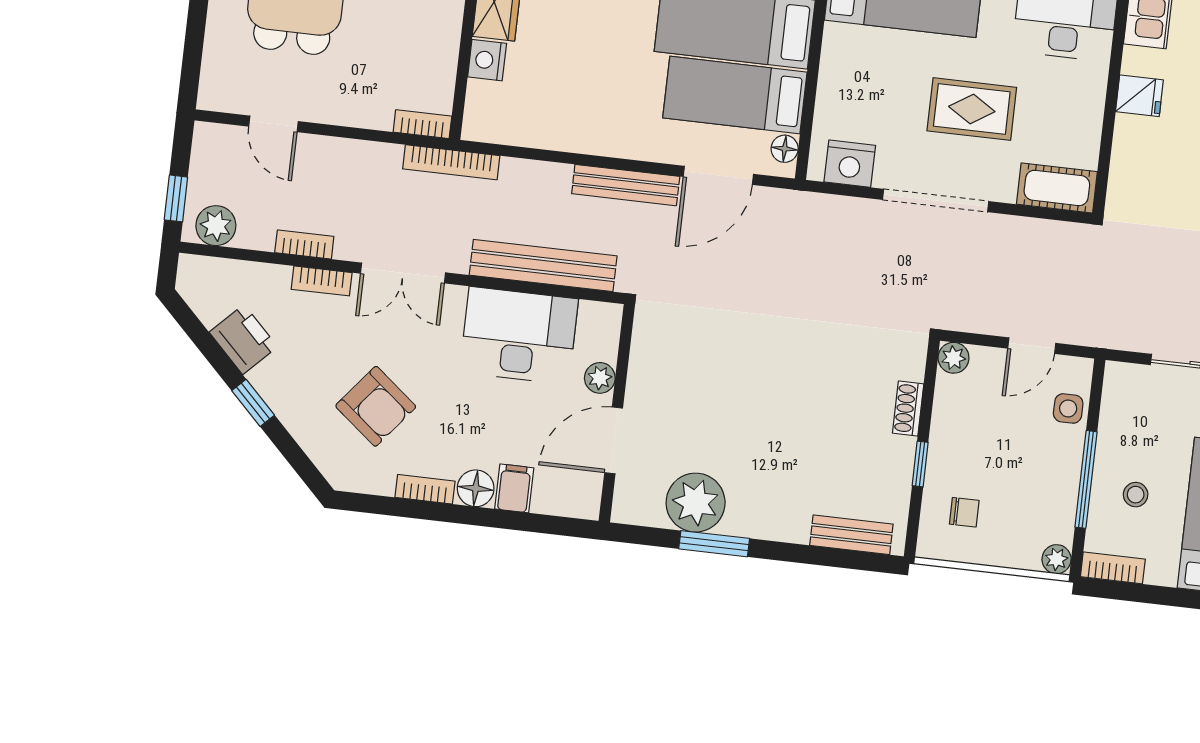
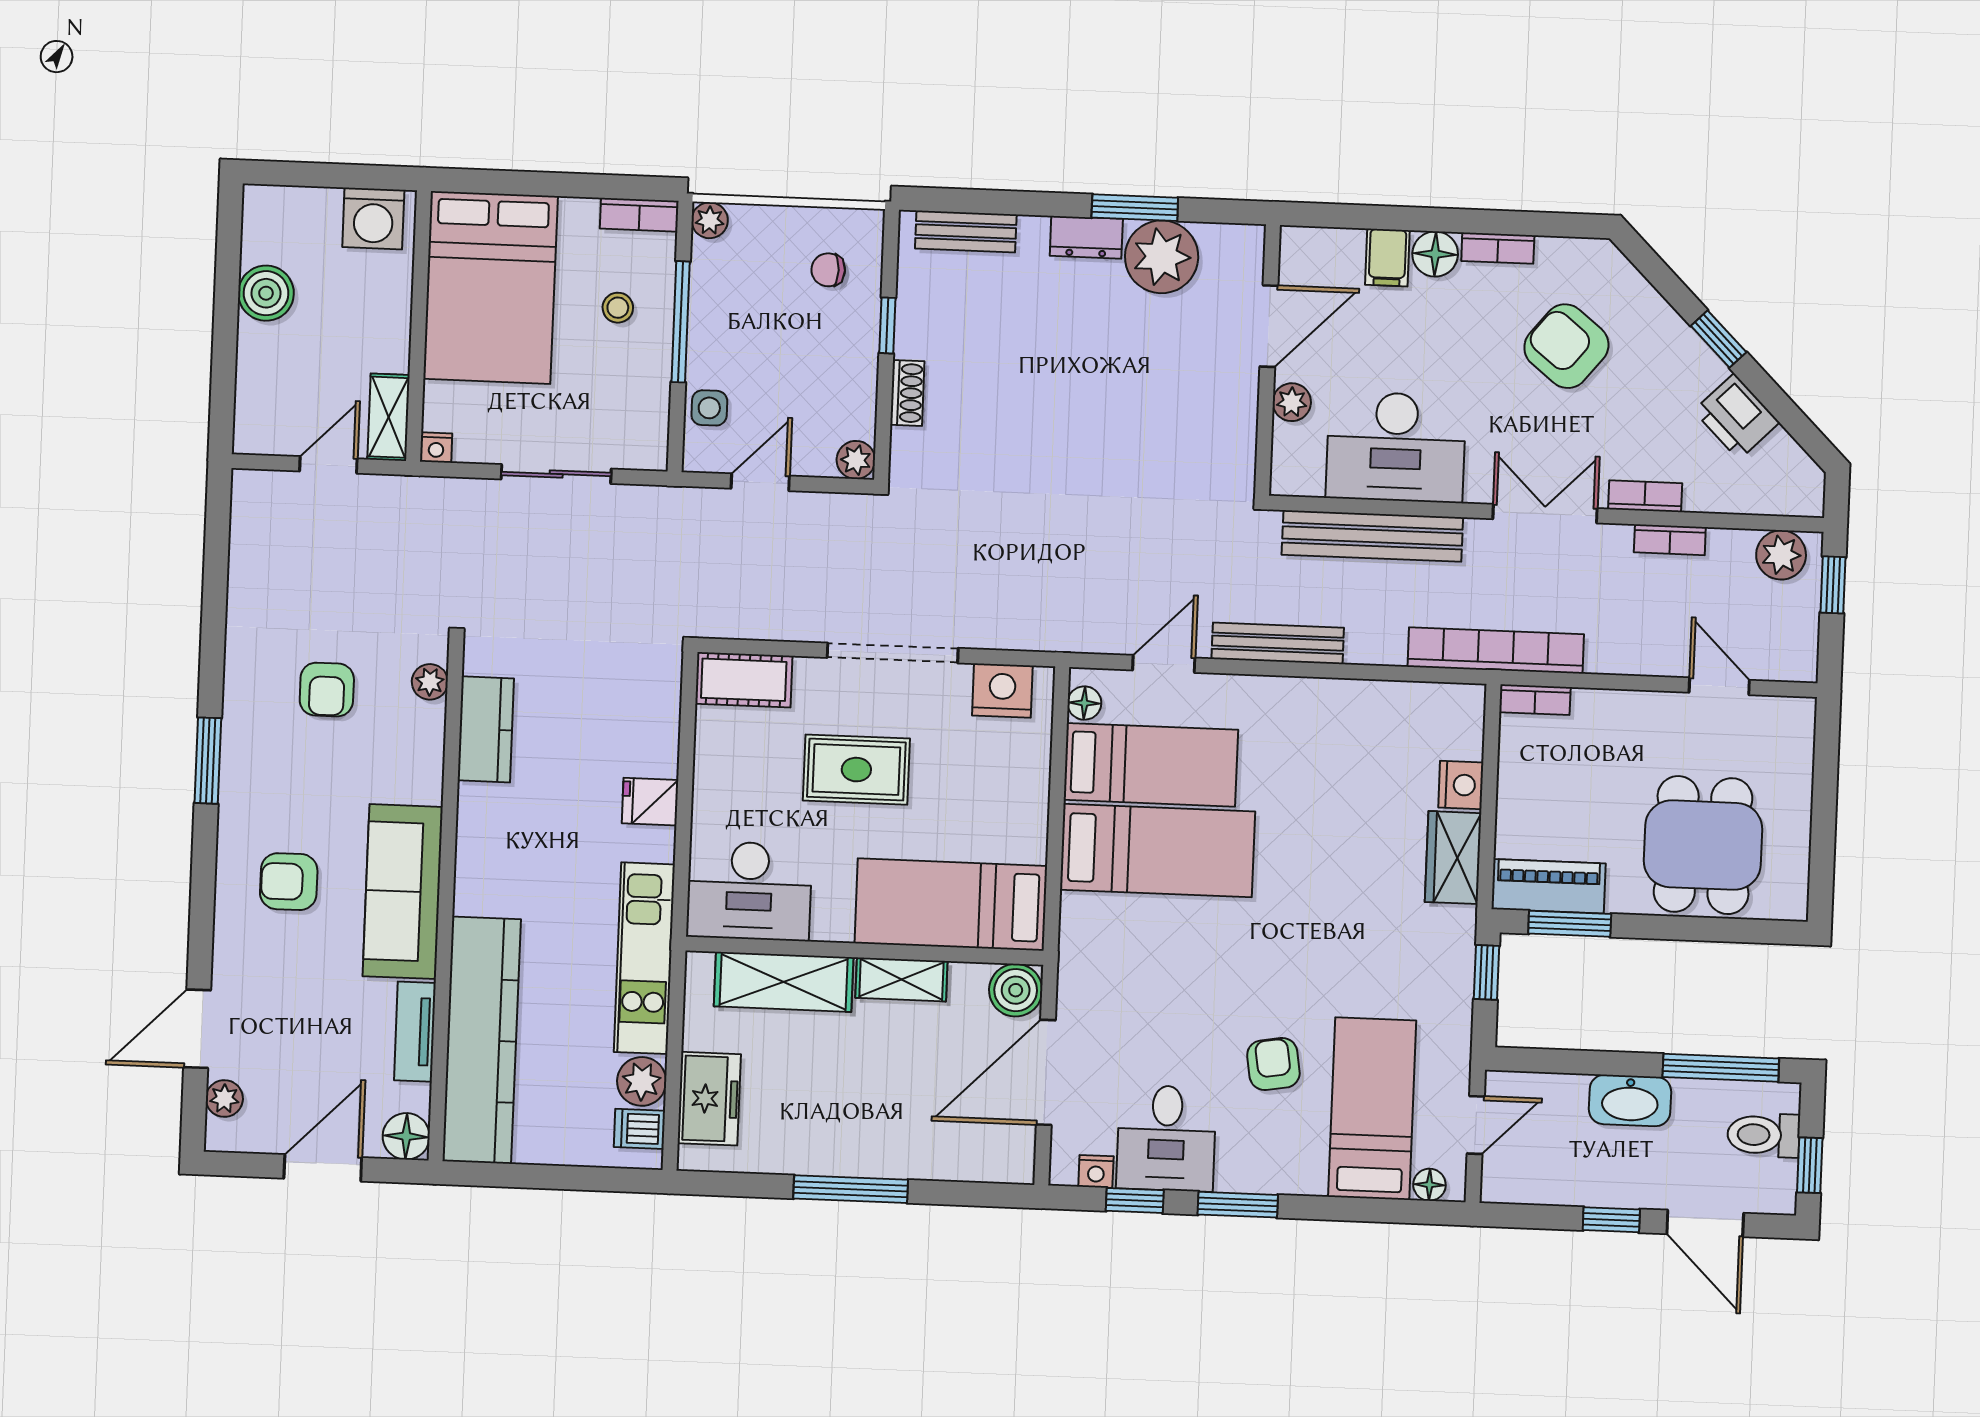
bookcase: (451, 162) -> (1496, 650), width x1.48, depth x1.31
door: (718, 175) -> (1164, 664), width x0.73
dresser: (755, 523) -> (1086, 237), added

